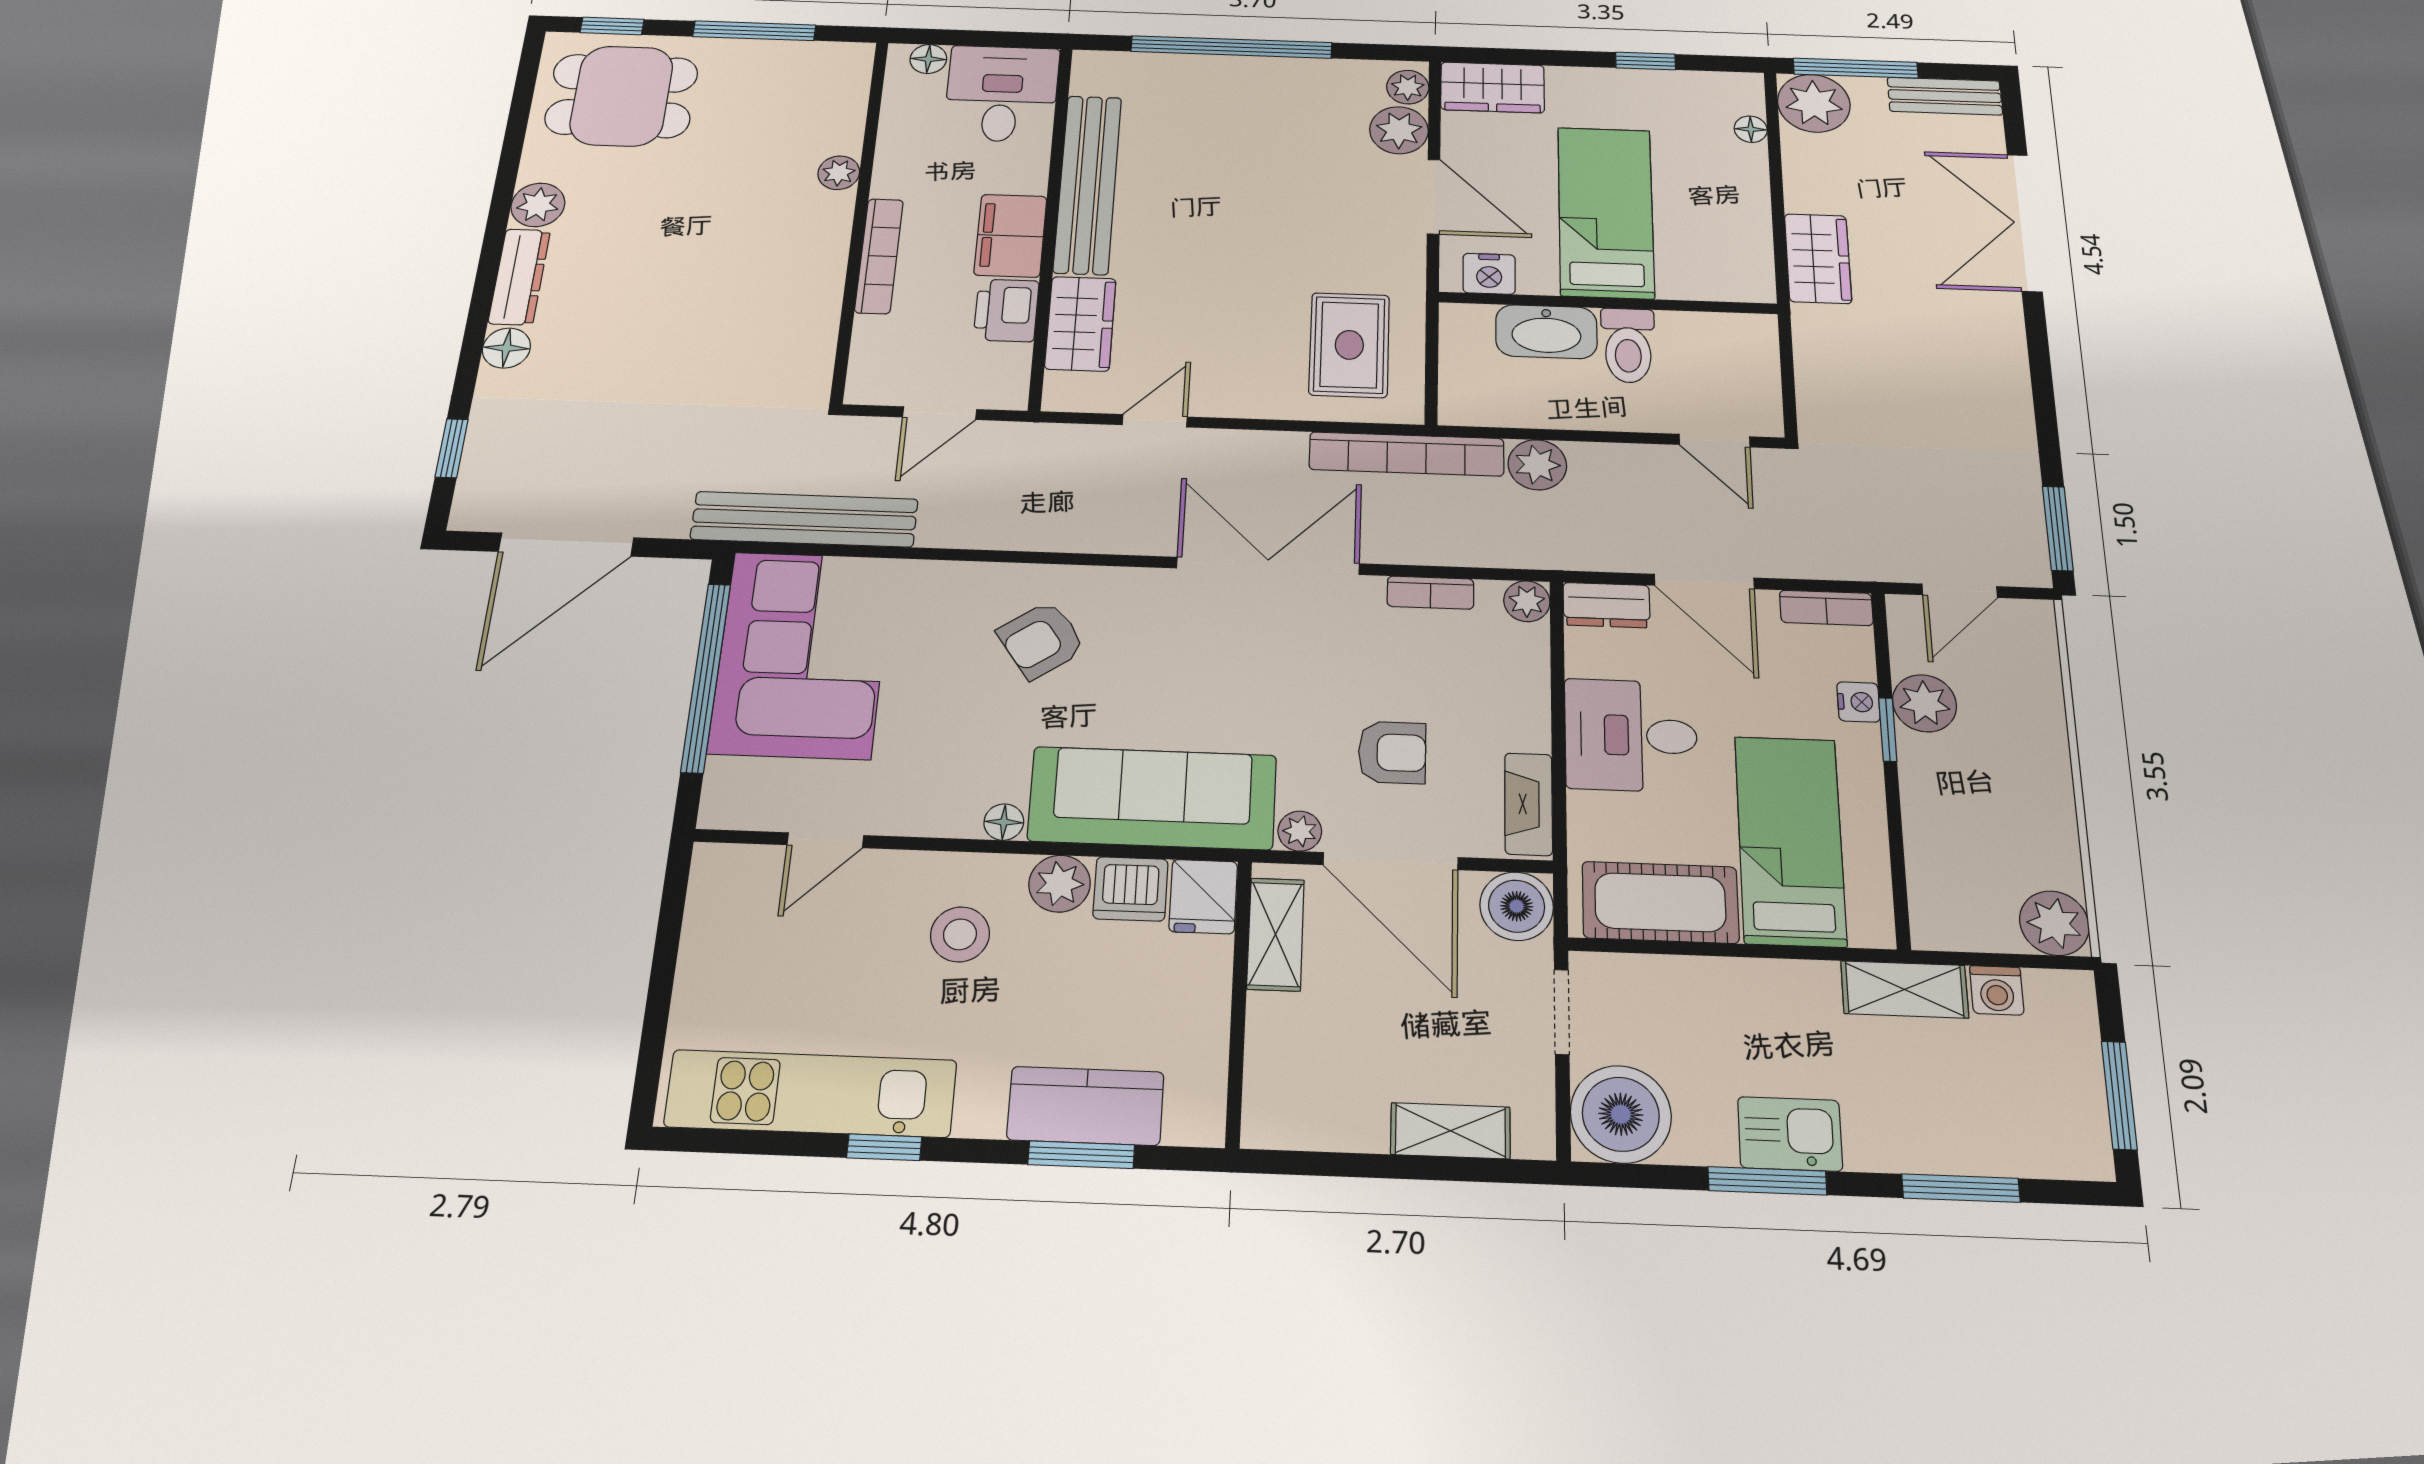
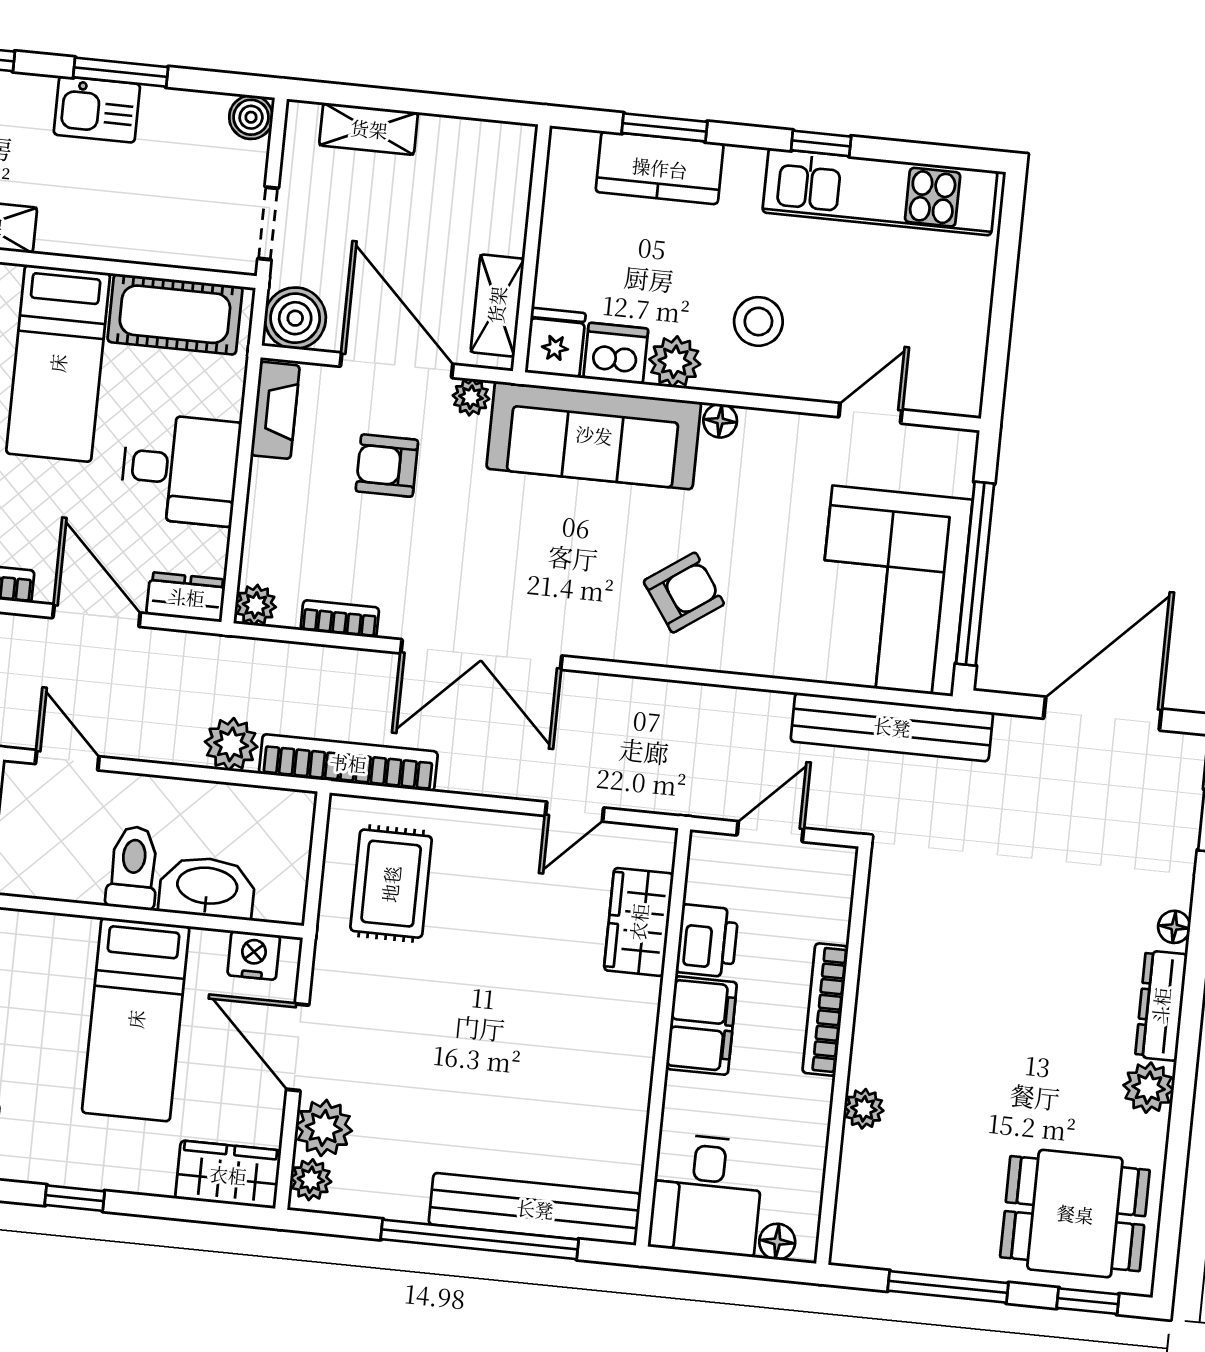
bench: (1088, 184) -> (535, 1209), moved, turned 90
floor lamp: (506, 348) -> (1174, 927), width x0.73, depth x0.73
boiler: (1621, 1114) -> (251, 117), width x0.54, depth x0.54

